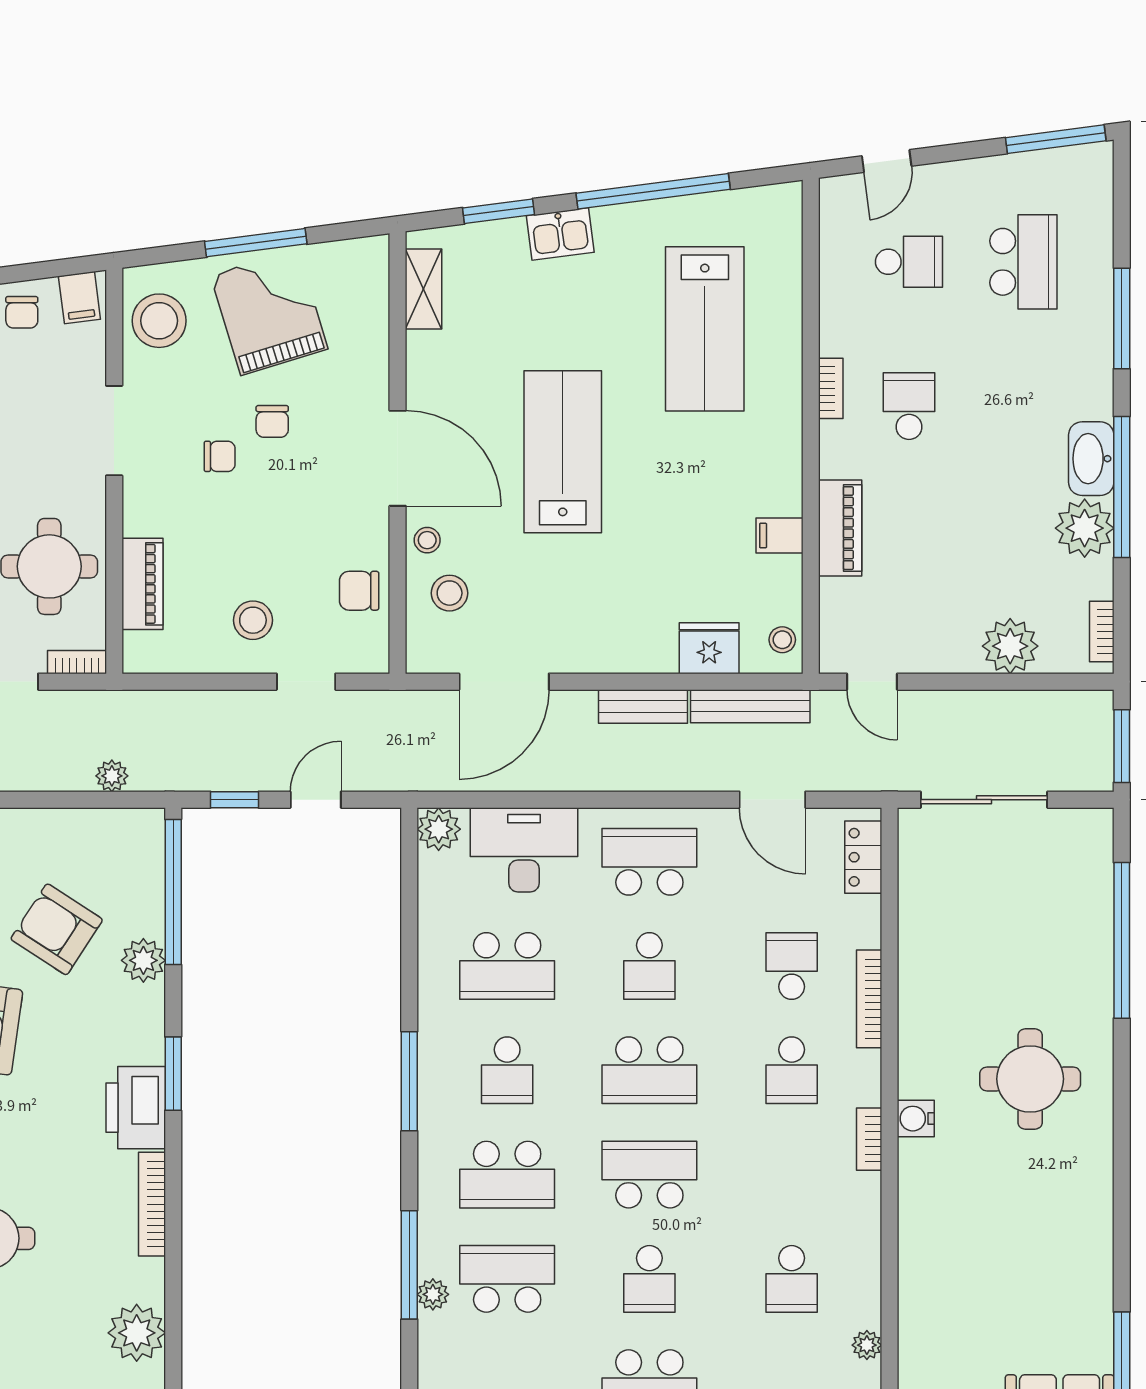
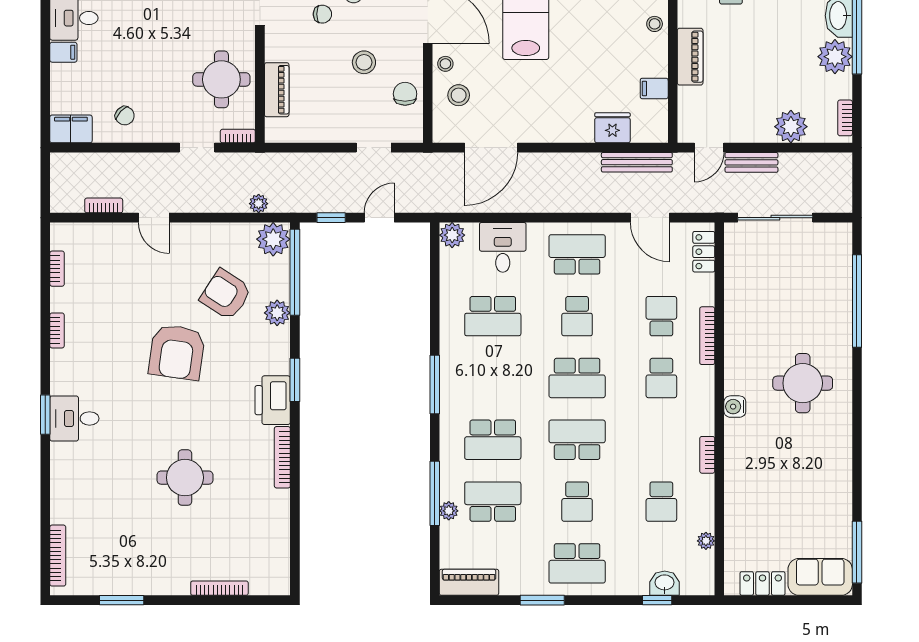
filing cabinet: (779, 536) -> (654, 88), moved
chair: (359, 591) -> (405, 94), turned 90
stool: (253, 620) -> (364, 62), moved
stool: (782, 640) -> (655, 24), moved
door: (872, 682) -> (709, 148), hinge flipped
bench: (643, 706) -> (751, 162), moved
window: (1122, 746) -> (857, 186), removed
desk: (524, 850) -> (503, 247), width x0.73
school desk: (507, 1070) -> (493, 378), removed
bookcase: (869, 1139) -> (707, 455), moved
plant: (137, 1333) -> (273, 239), moved

